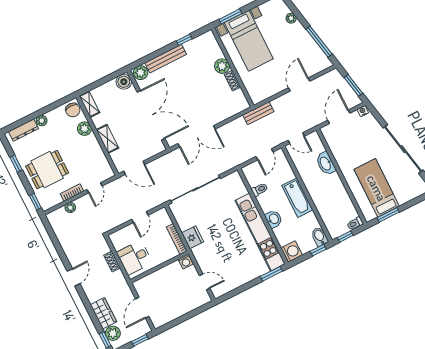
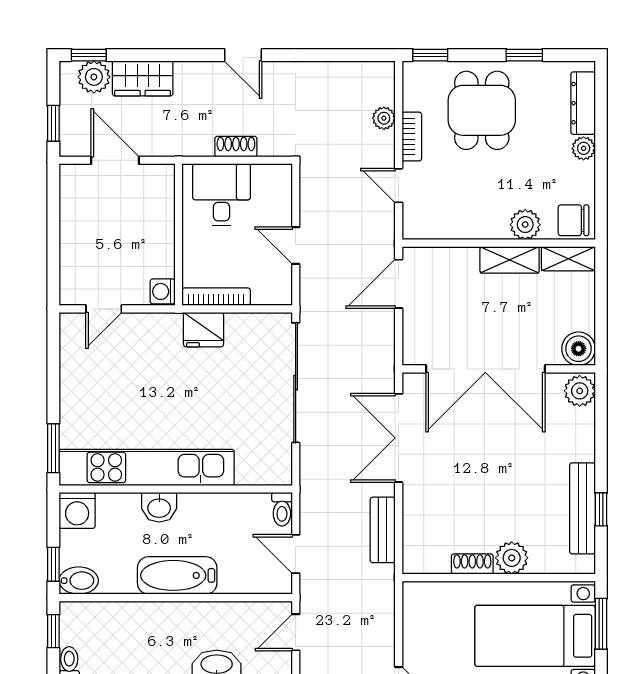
bench: (166, 59) -> (583, 508), moved
bench: (258, 113) -> (383, 530), moved
shelving: (107, 139) -> (510, 260), moved
toilet: (260, 190) -> (282, 509), moved

